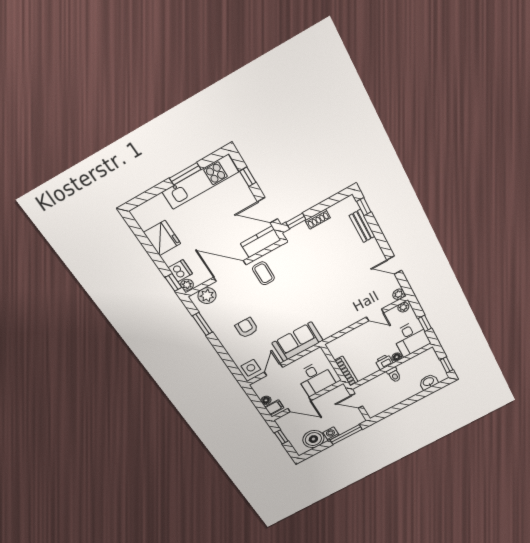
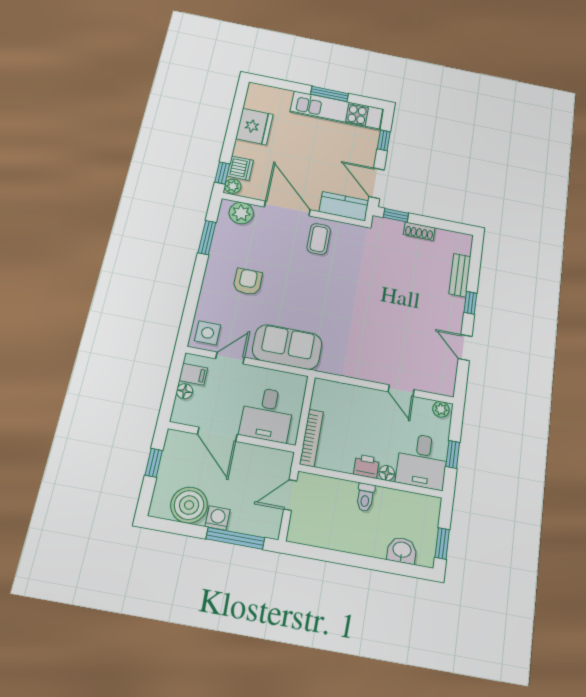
window: (364, 207) -> (470, 303), moved
plant: (399, 294) -> (446, 388), removed
door: (357, 401) -> (290, 495), hinge flipped
filing cabinet: (274, 407) -> (193, 374), moved

